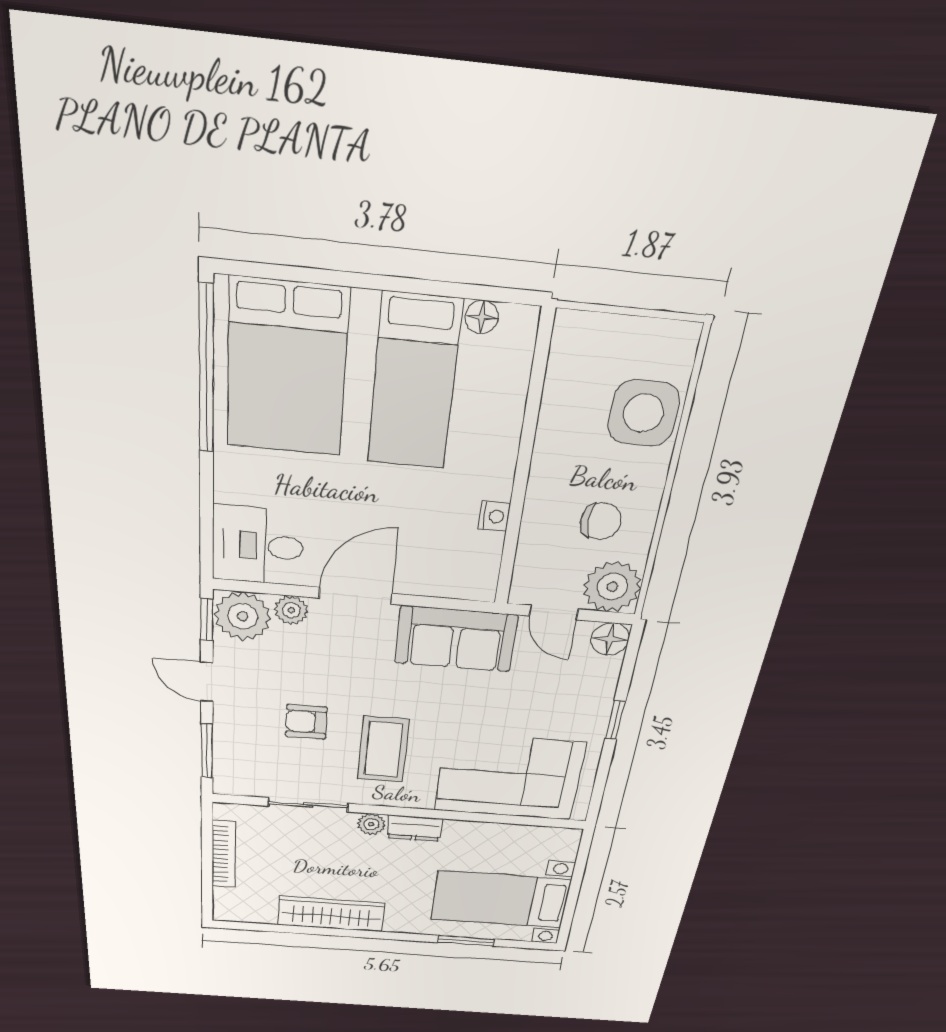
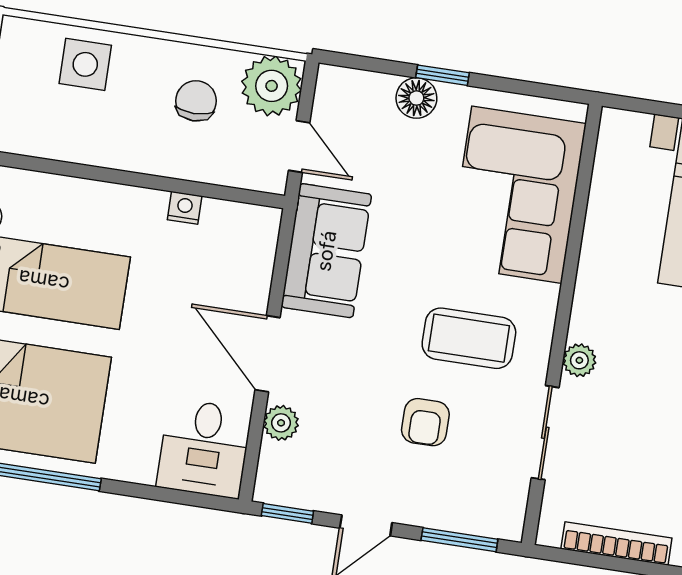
side table: (644, 413) -> (85, 64), width x0.73, depth x0.73
door: (554, 612) -> (299, 146), hinge flipped
plant: (243, 616) -> (285, 475), removed
floor lamp: (610, 639) -> (416, 98), moved
dresser: (415, 828) -> (589, 309), removed

